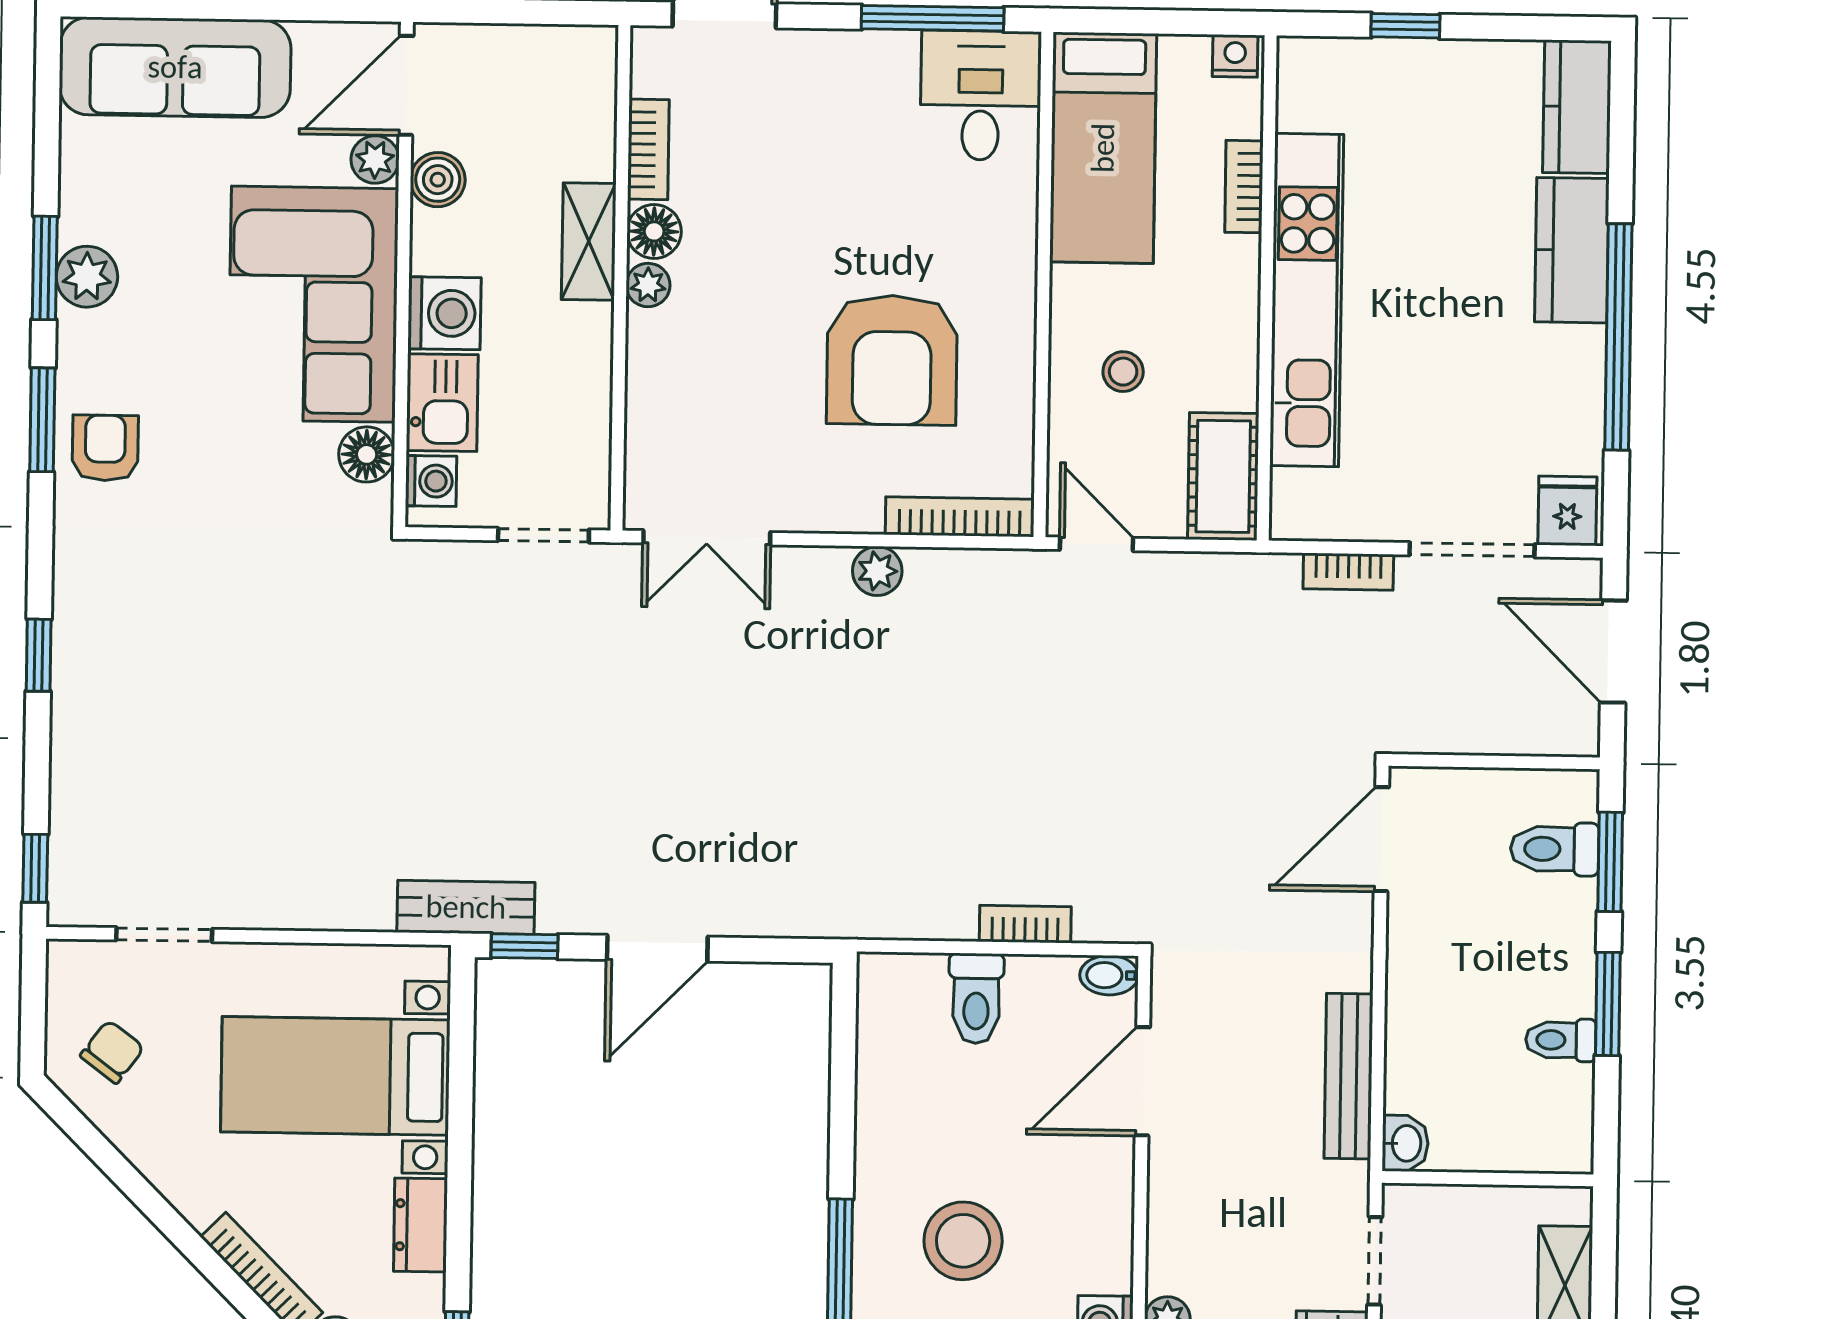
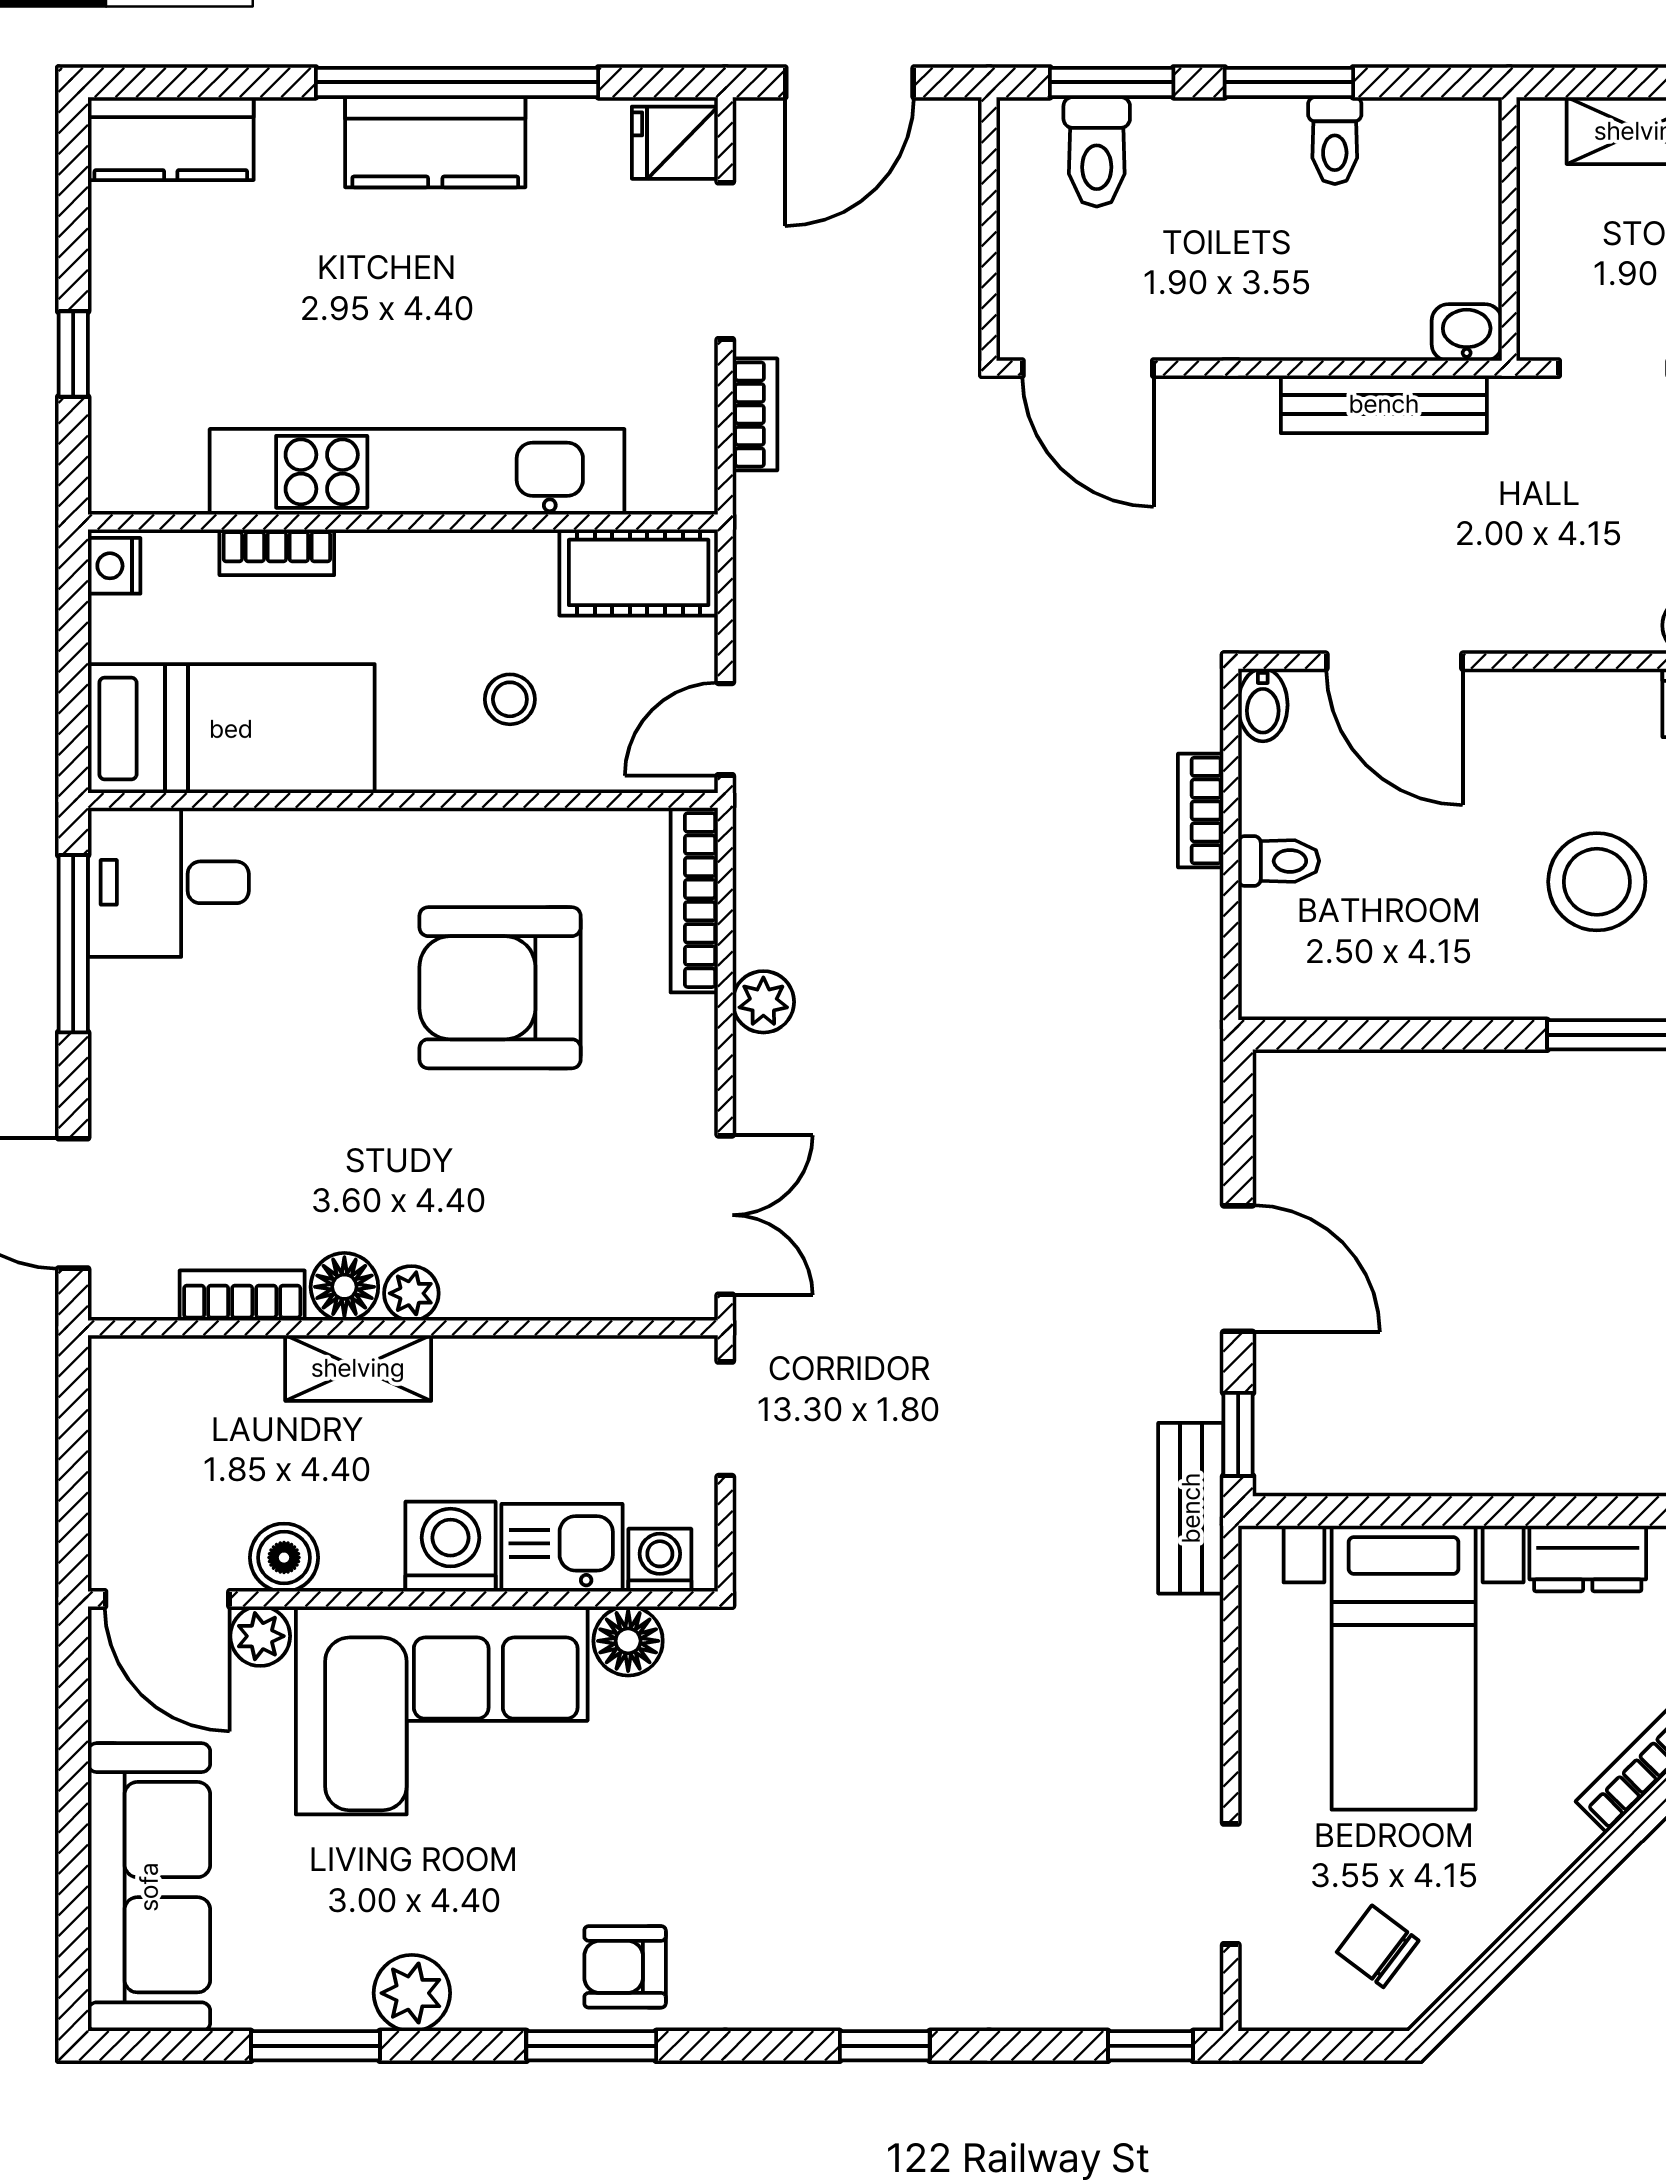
kitchen counter: (1572, 250) -> (435, 142), moved
window: (45, 268) -> (315, 2046), moved
armchair: (892, 360) -> (500, 988), turned 180
toilet: (976, 998) -> (1279, 861), width x0.73, depth x0.72

